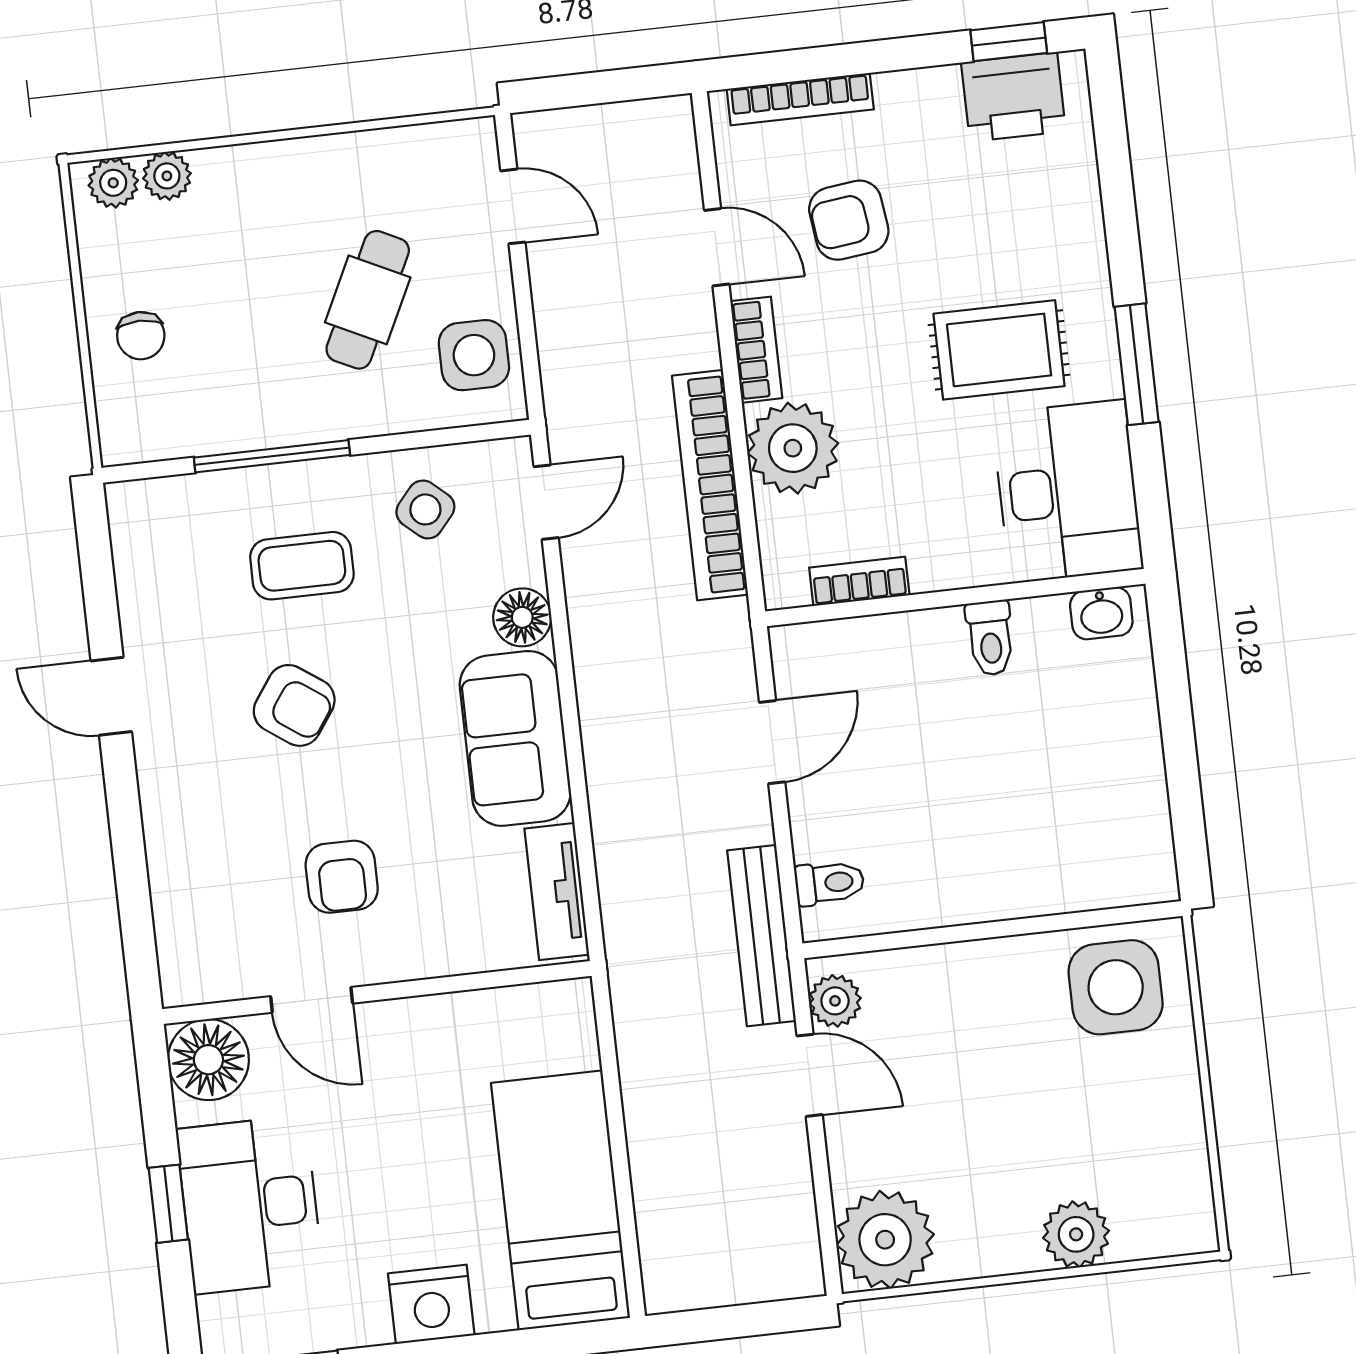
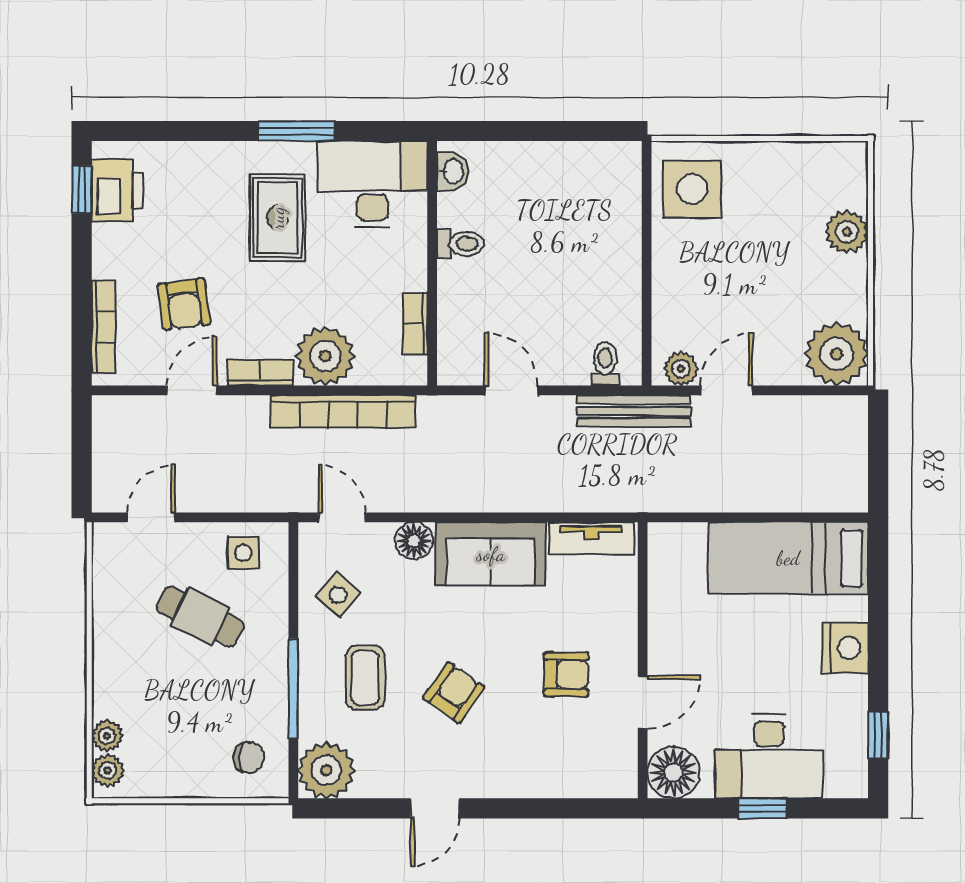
chair: (141, 336) -> (249, 758), moved
side table: (474, 355) -> (243, 553), width x0.73, depth x0.73
plant: (151, 521) -> (326, 770), added

